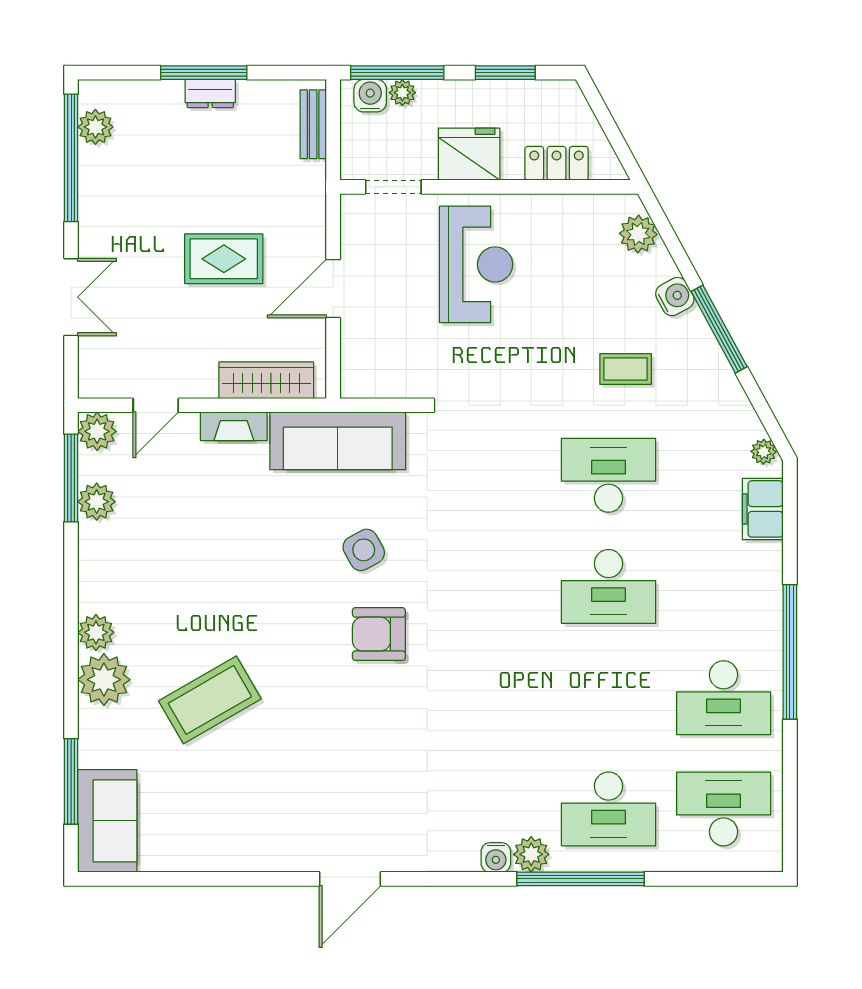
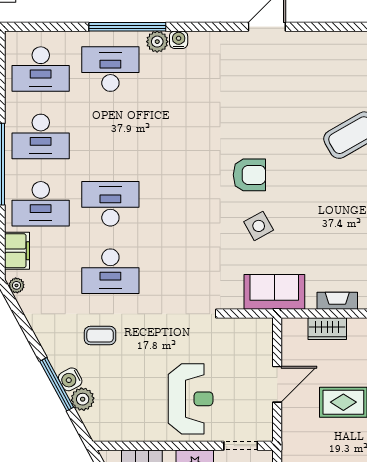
plant: (638, 234) -> (83, 399), moved
reception desk: (476, 264) -> (191, 399), turned 180
window: (719, 329) -> (57, 384), moved
wardrobe: (266, 380) -> (327, 329), width x0.67
sofa: (338, 441) -> (274, 292), width x0.73
desk: (724, 586) -> (41, 204), added
desk: (724, 698) -> (41, 136), turned 180

